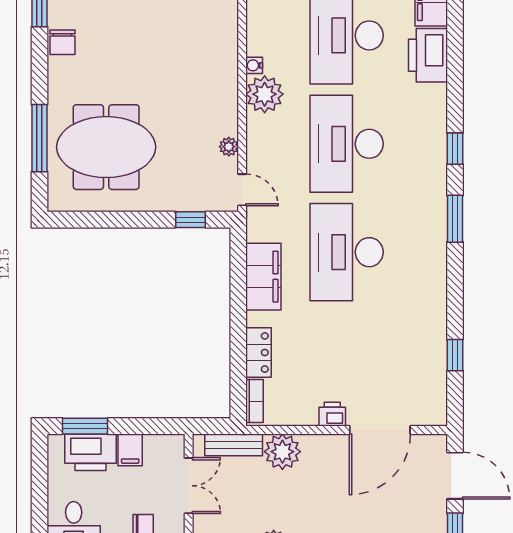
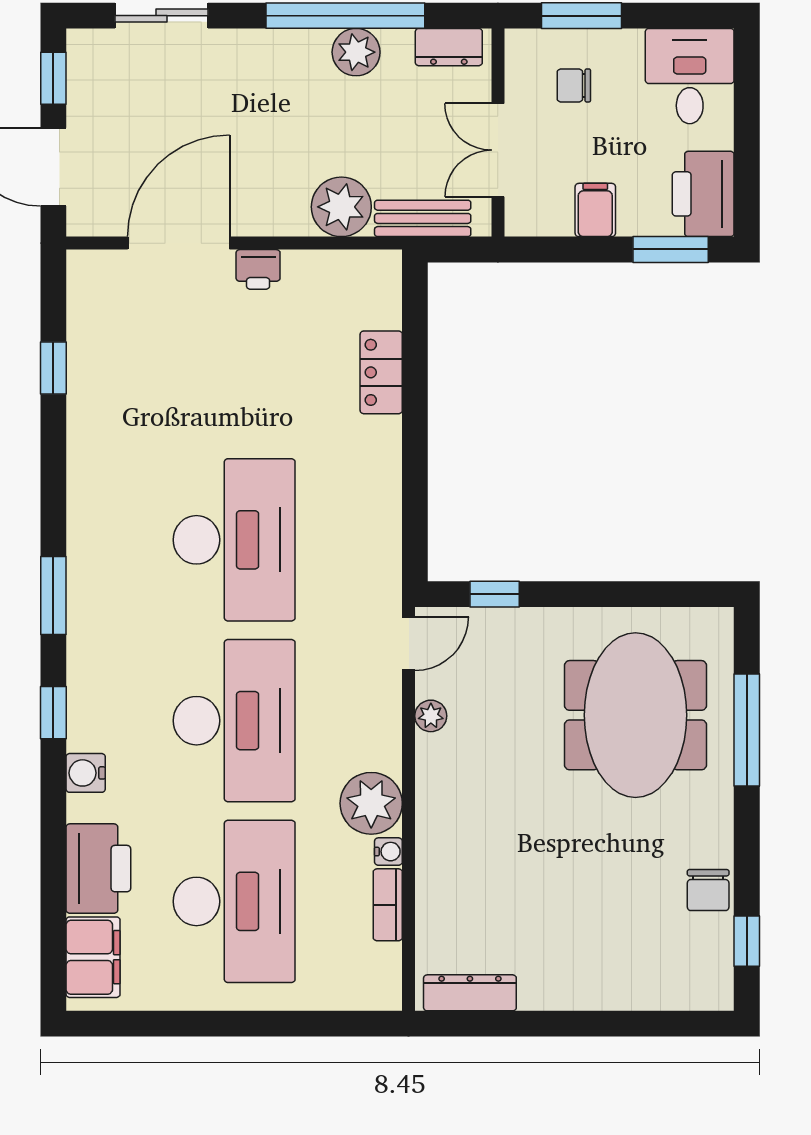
chair: (63, 42) -> (708, 890), turned 180
water cooler: (436, 112) -> (86, 773), added
meeting table: (106, 147) -> (635, 715), turned 90
door: (242, 190) -> (409, 644), swing flipped
filing cabinet: (263, 277) -> (373, 499), removed
bookcase: (255, 401) -> (388, 905), moved
printer: (91, 452) -> (703, 194), moved, turned -90

